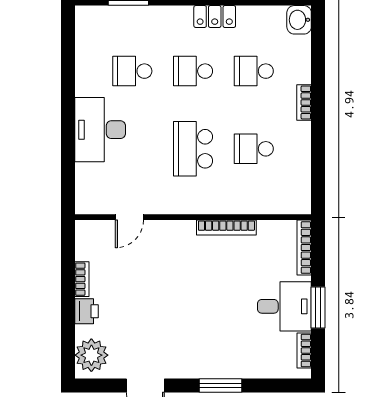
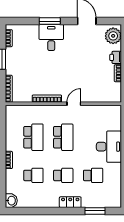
locker: (215, 17) -> (70, 202), moved
school desk: (254, 149) -> (33, 137), width x1.85
door: (129, 217) -> (74, 104), moved
desk: (284, 306) -> (51, 38), moved, turned 90

